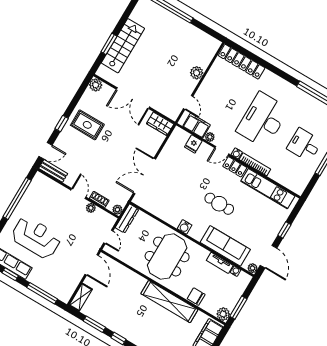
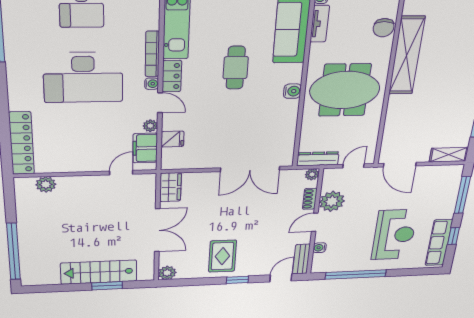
plant: (197, 73) -> (46, 184), moved
door: (45, 151) -> (281, 278), hinge flipped
water cooler: (55, 187) -> (320, 248), added
plant: (91, 208) -> (332, 201), width x1.87, depth x1.87
reception desk: (36, 237) -> (394, 235), turned 180
door: (92, 265) -> (400, 165), swing flipped

